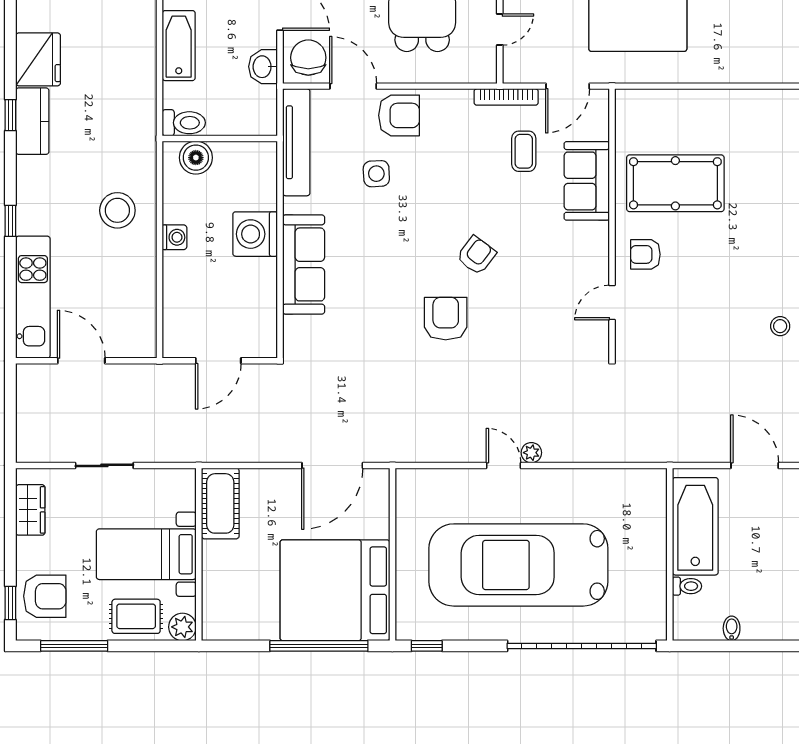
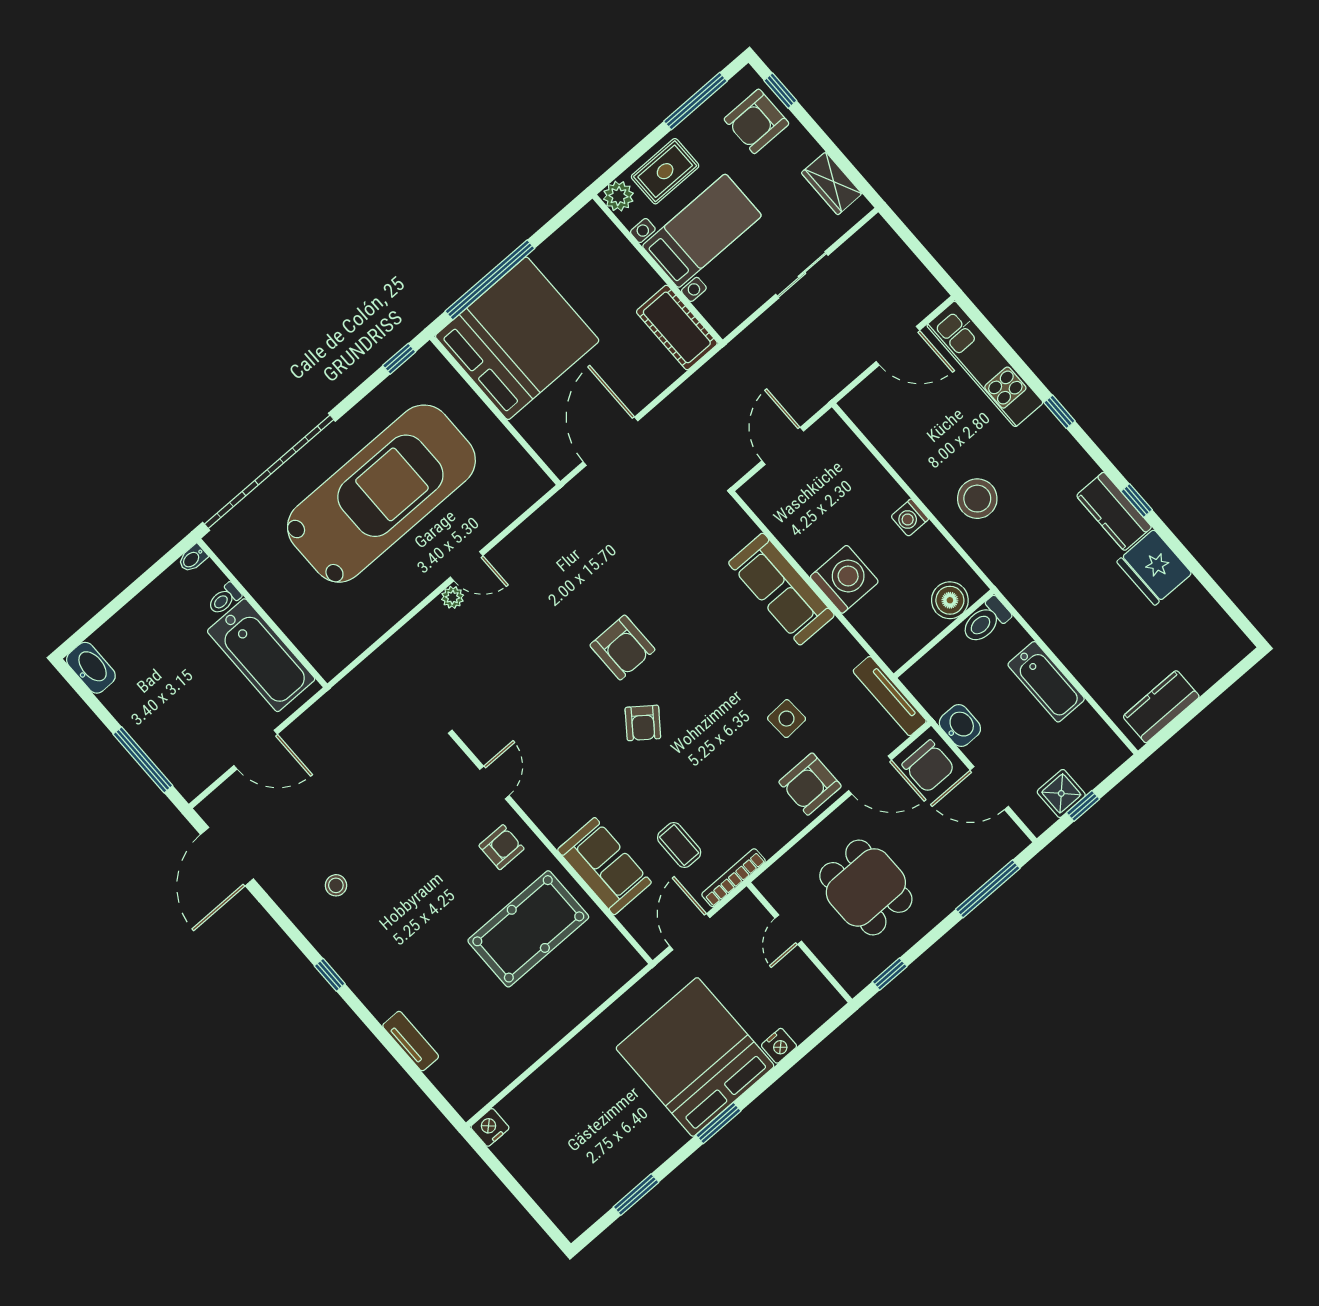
tv unit: (296, 142) -> (890, 696), width x0.73, depth x0.78
bidet: (732, 628) -> (193, 558), moved, turned 90

